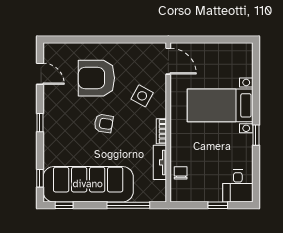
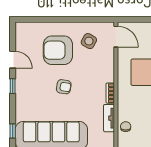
door: (40, 74) -> (13, 60), moved
side table: (142, 96) -> (89, 41), moved

